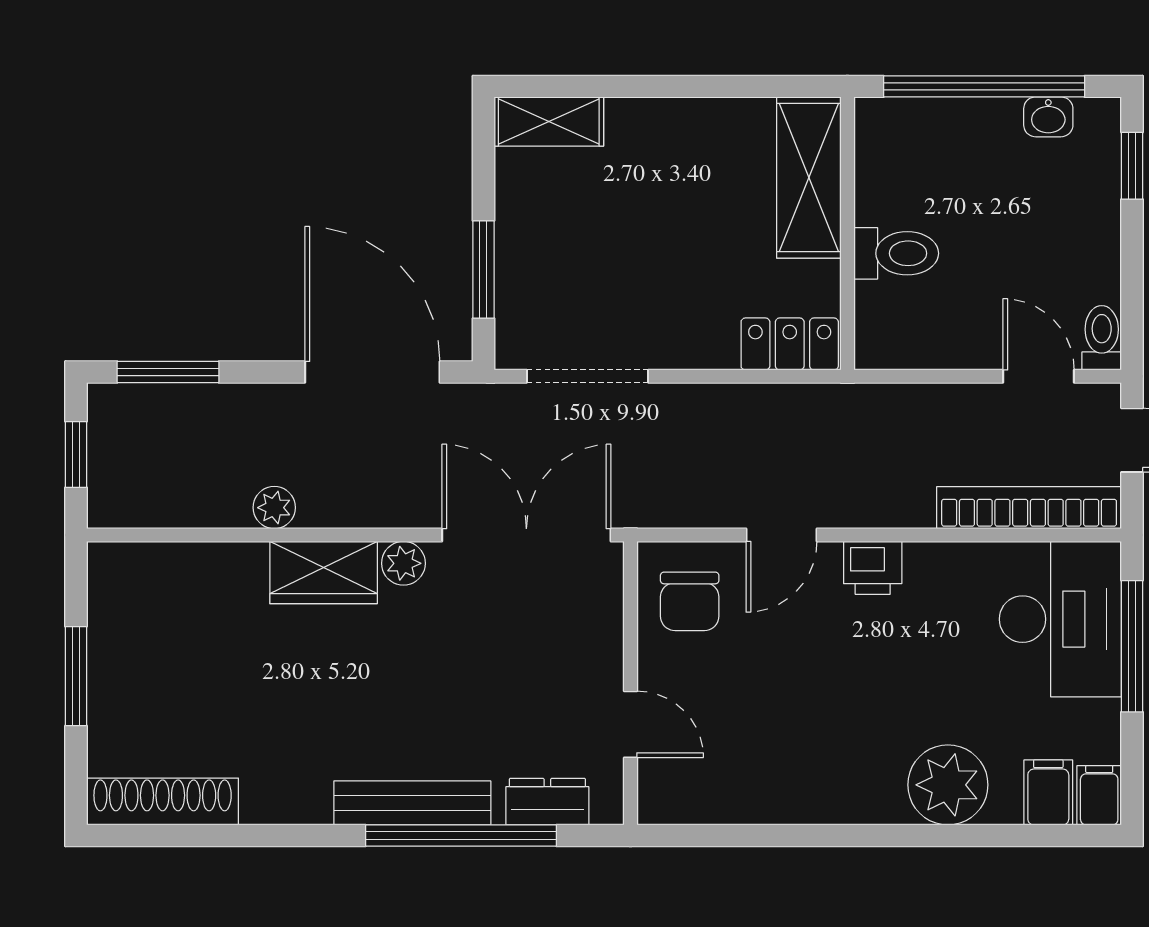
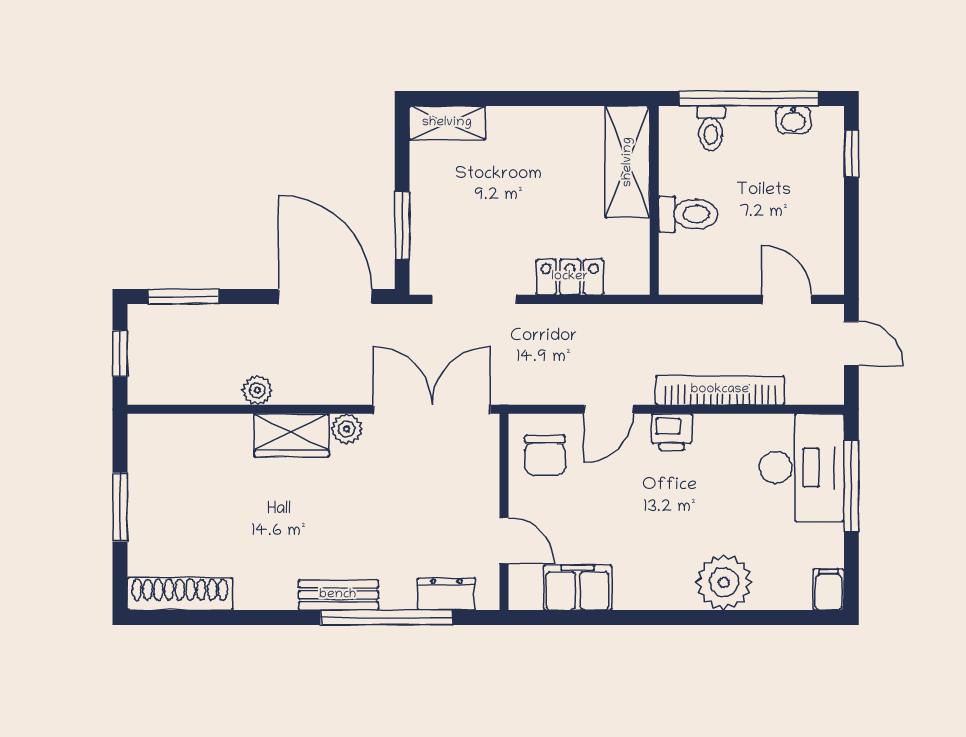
toilet: (1102, 338) -> (711, 128), moved, turned 180
locker: (790, 344) -> (570, 277), moved
bookcase: (1029, 508) -> (720, 390), moved
filing cabinet: (1048, 792) -> (578, 588), moved, width x2.00
bench: (412, 803) -> (338, 595), width x0.73

